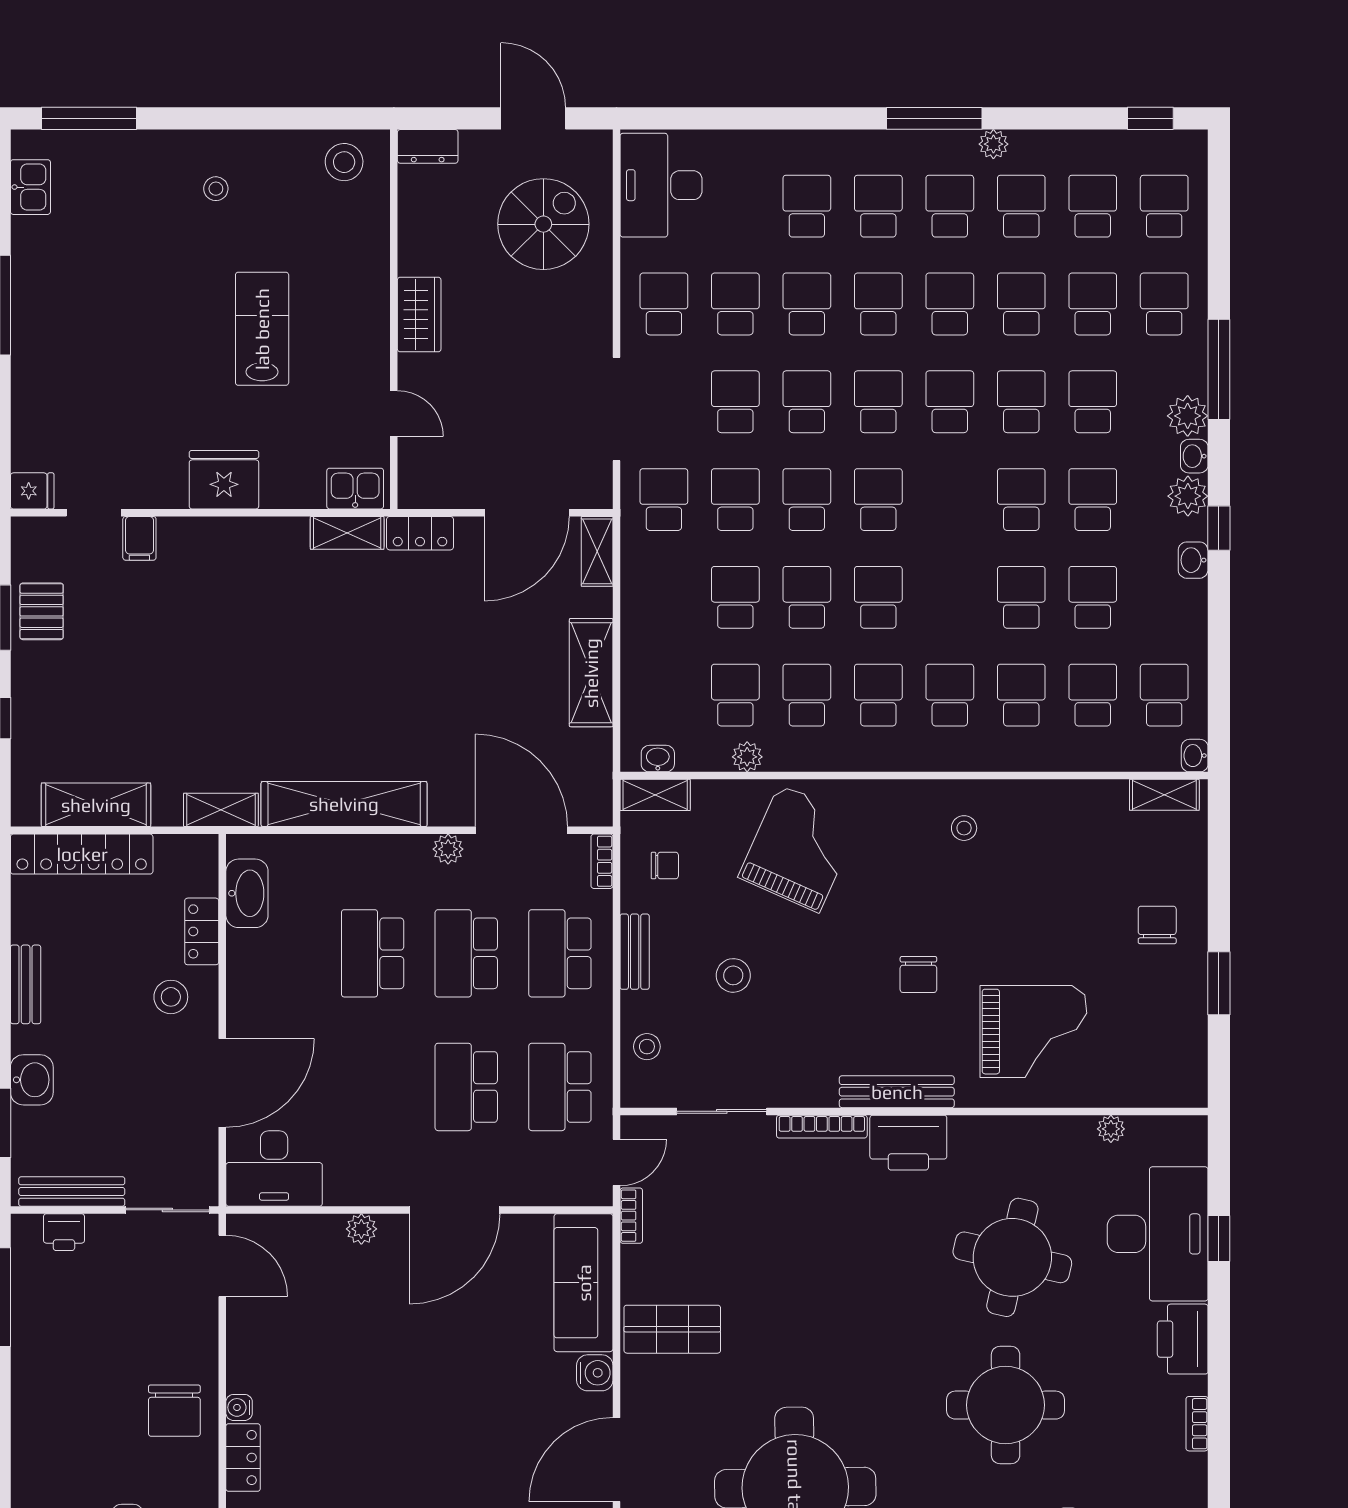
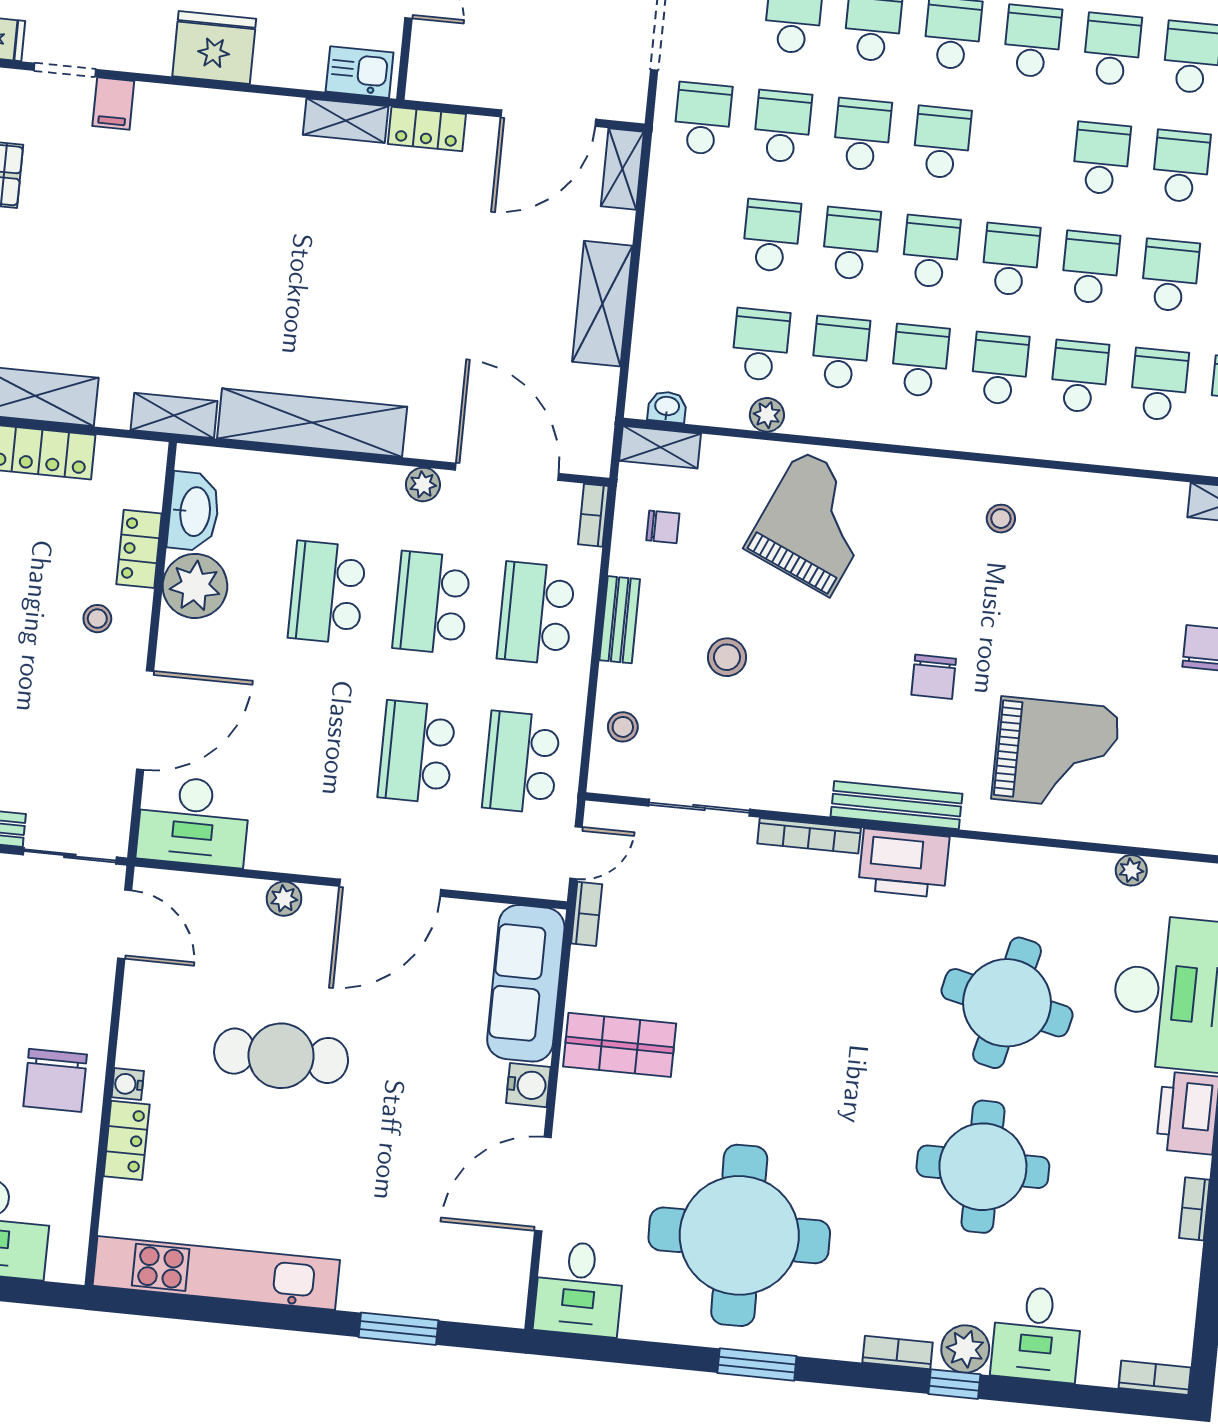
school desk: (950, 597) -> (1011, 260), added
plant: (255, 959) -> (195, 586), added
stool: (171, 997) -> (97, 619), width x0.73, depth x0.73
cafe table: (373, 1369) -> (281, 1056), added

